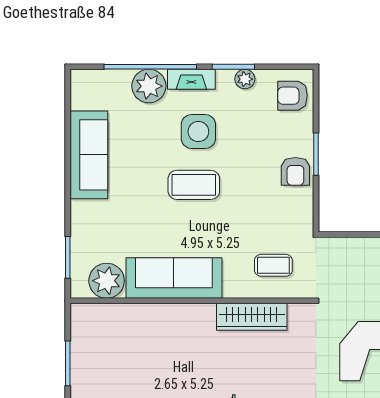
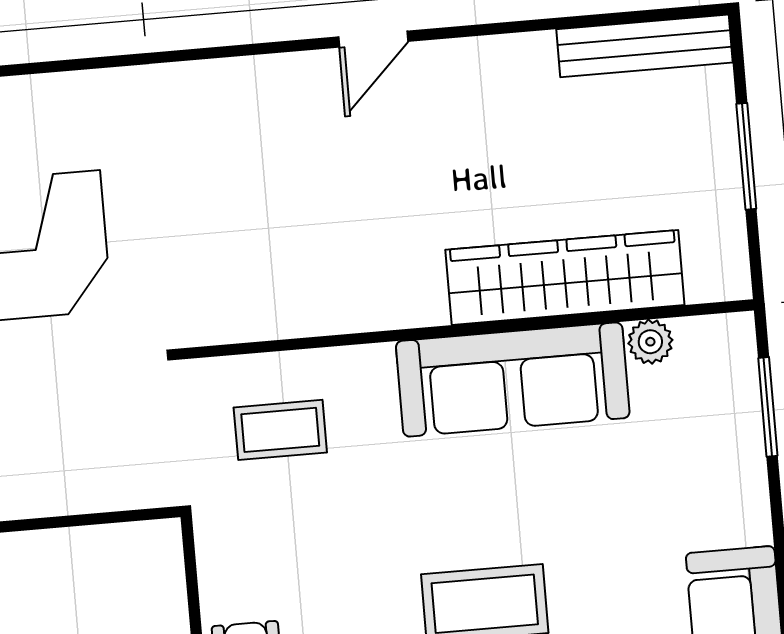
plant: (107, 281) -> (650, 342), width x0.53, depth x0.53
wardrobe: (252, 317) -> (565, 277), moved, width x1.40, depth x1.17

